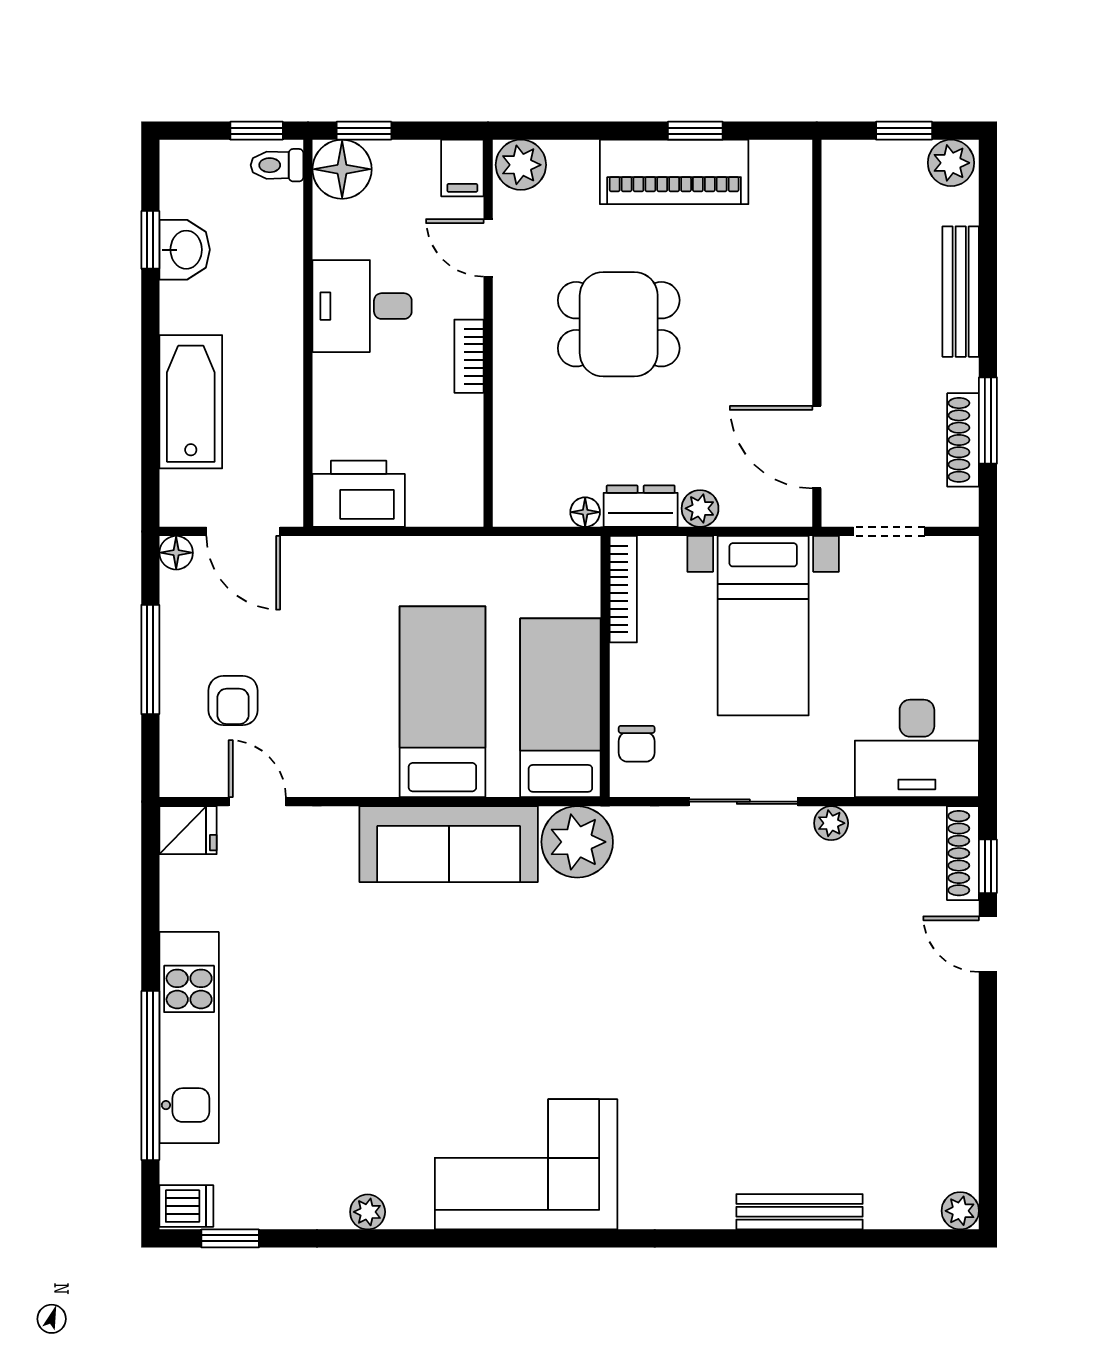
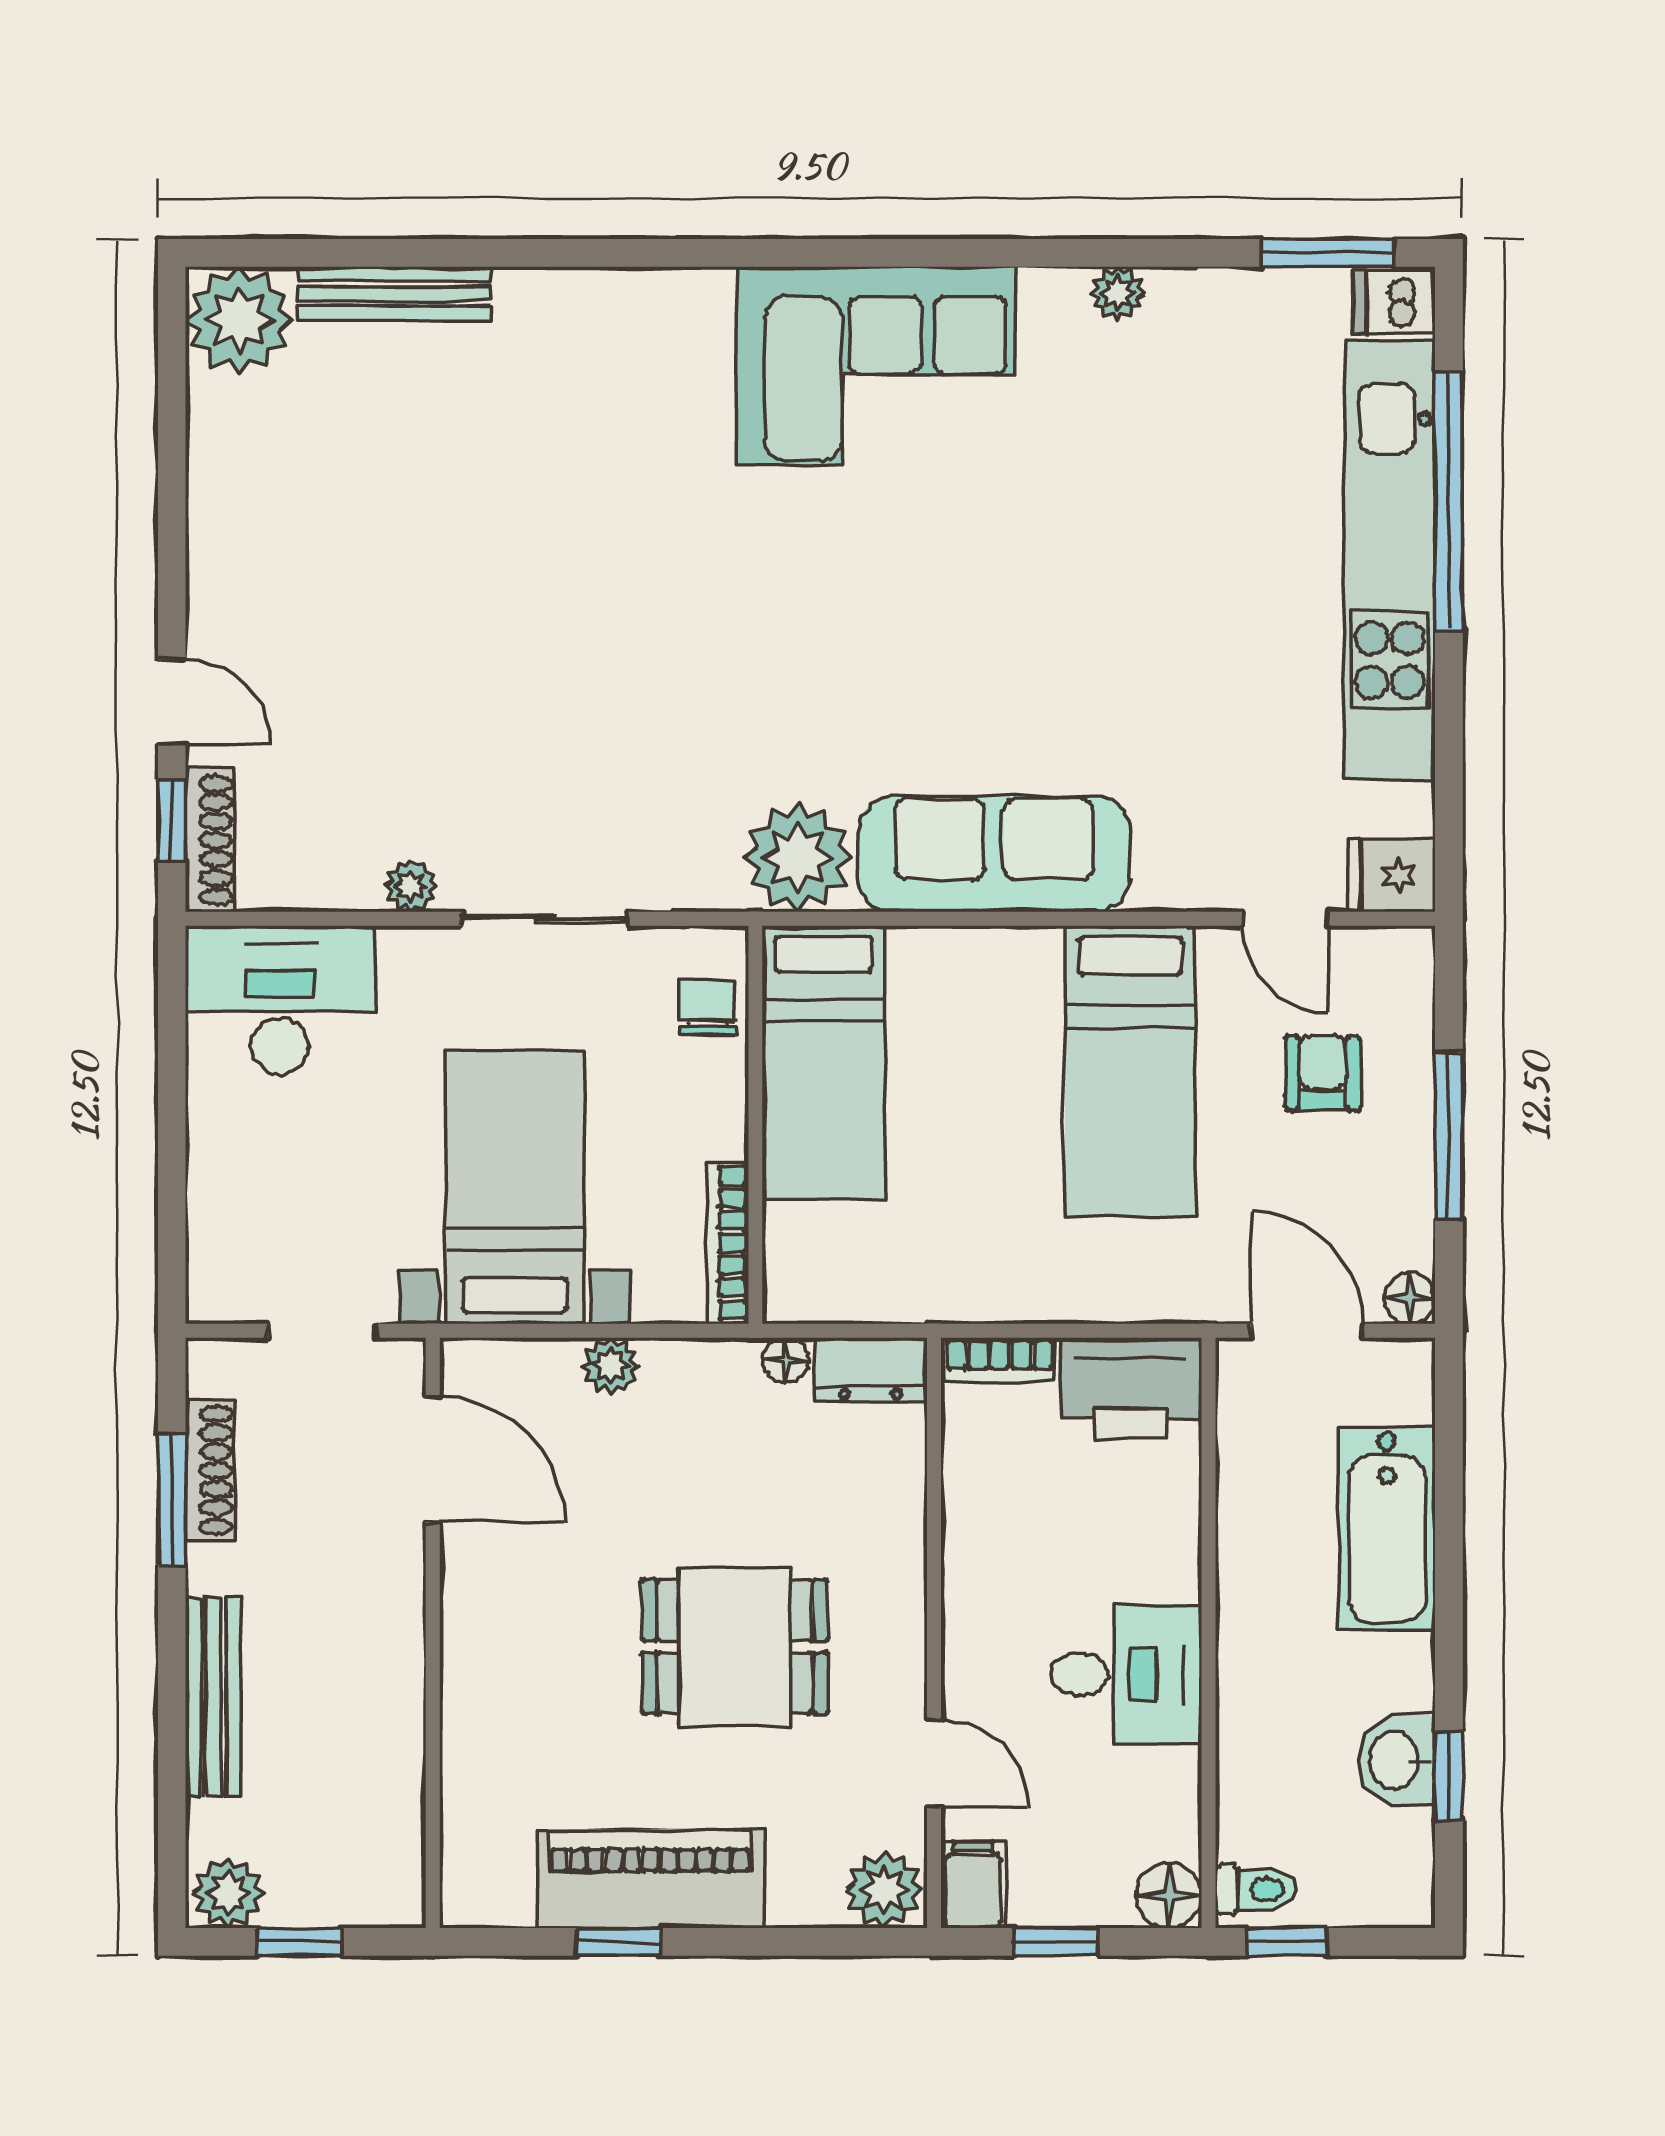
window: (364, 131) -> (1056, 1942), moved
floor lamp: (342, 169) -> (1169, 1895), width x0.73, depth x0.73
bookcase: (469, 356) -> (1000, 1360), moved, turned 90
dresser: (641, 506) -> (871, 1369), moved
bed: (442, 702) -> (1130, 1071), moved
kitchen unit: (189, 1038) -> (1390, 559), width x1.36
plant: (960, 1211) -> (239, 320), width x1.87, depth x1.87
bench: (800, 1212) -> (394, 293), moved
window: (230, 1238) -> (1327, 253), width x1.50

